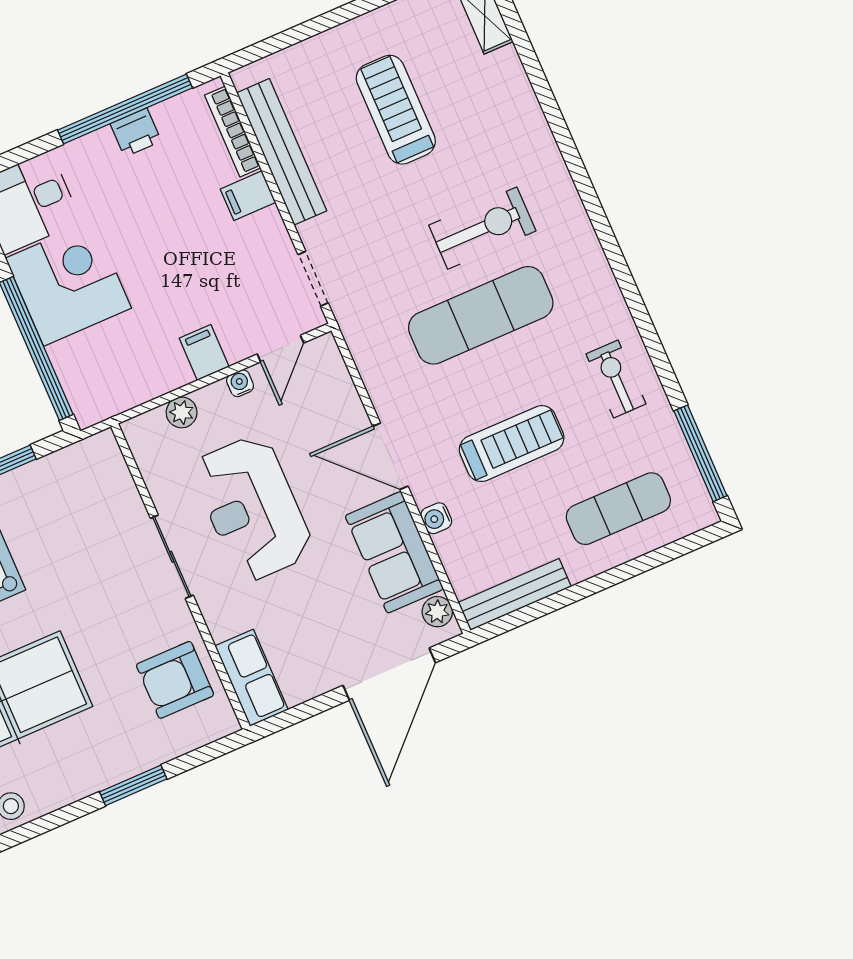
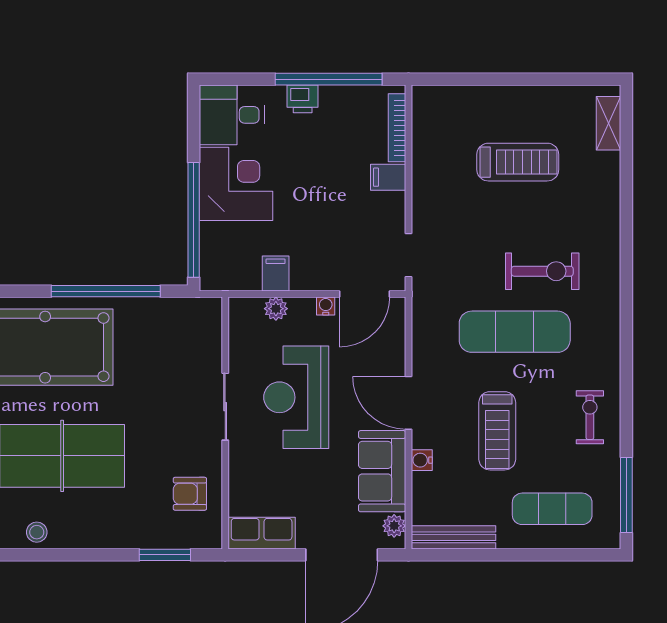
treadmill: (396, 110) -> (518, 162), turned 90
printer: (136, 132) -> (303, 99), moved
bench: (282, 152) -> (425, 157), removed
door: (281, 349) -> (365, 294), width x1.38
filing cabinet: (204, 352) -> (276, 274), moved
treadmill: (512, 444) -> (497, 431), turned 90
row of seats: (252, 678) -> (262, 533), moved, turned -90
armchair: (175, 680) -> (190, 494), width x0.72, depth x0.72
window: (133, 785) -> (165, 555), moved

